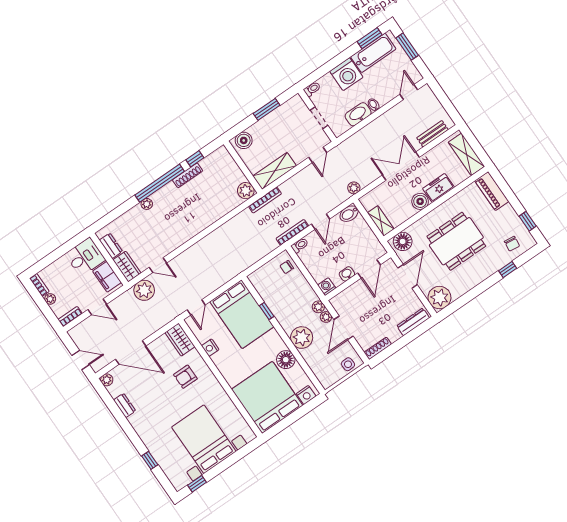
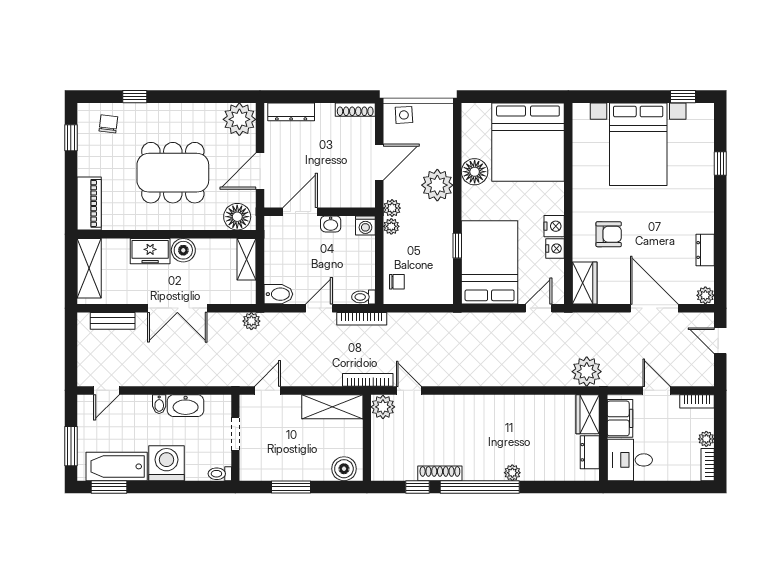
door: (158, 265) -> (409, 390), moved
plant: (326, 317) -> (391, 226), moved
nightstand: (306, 395) -> (554, 226), moved, turned 90

